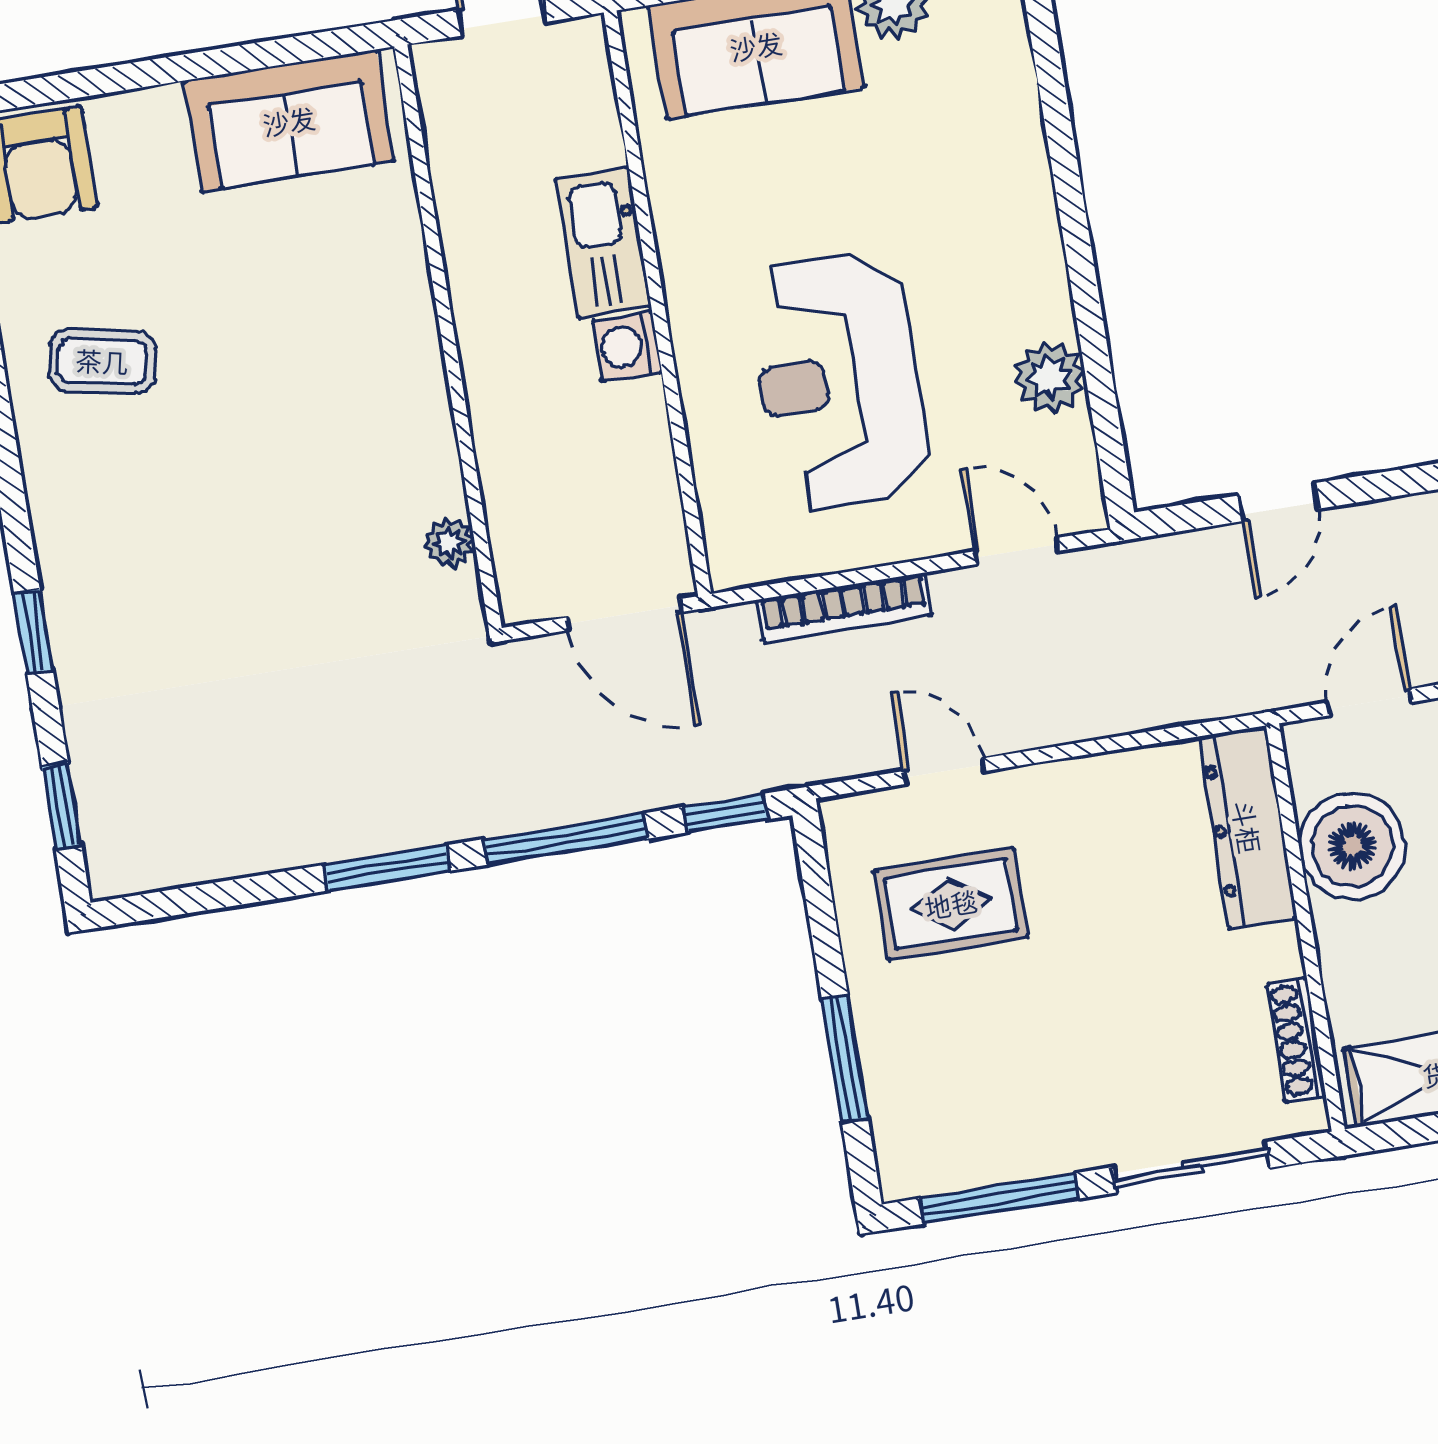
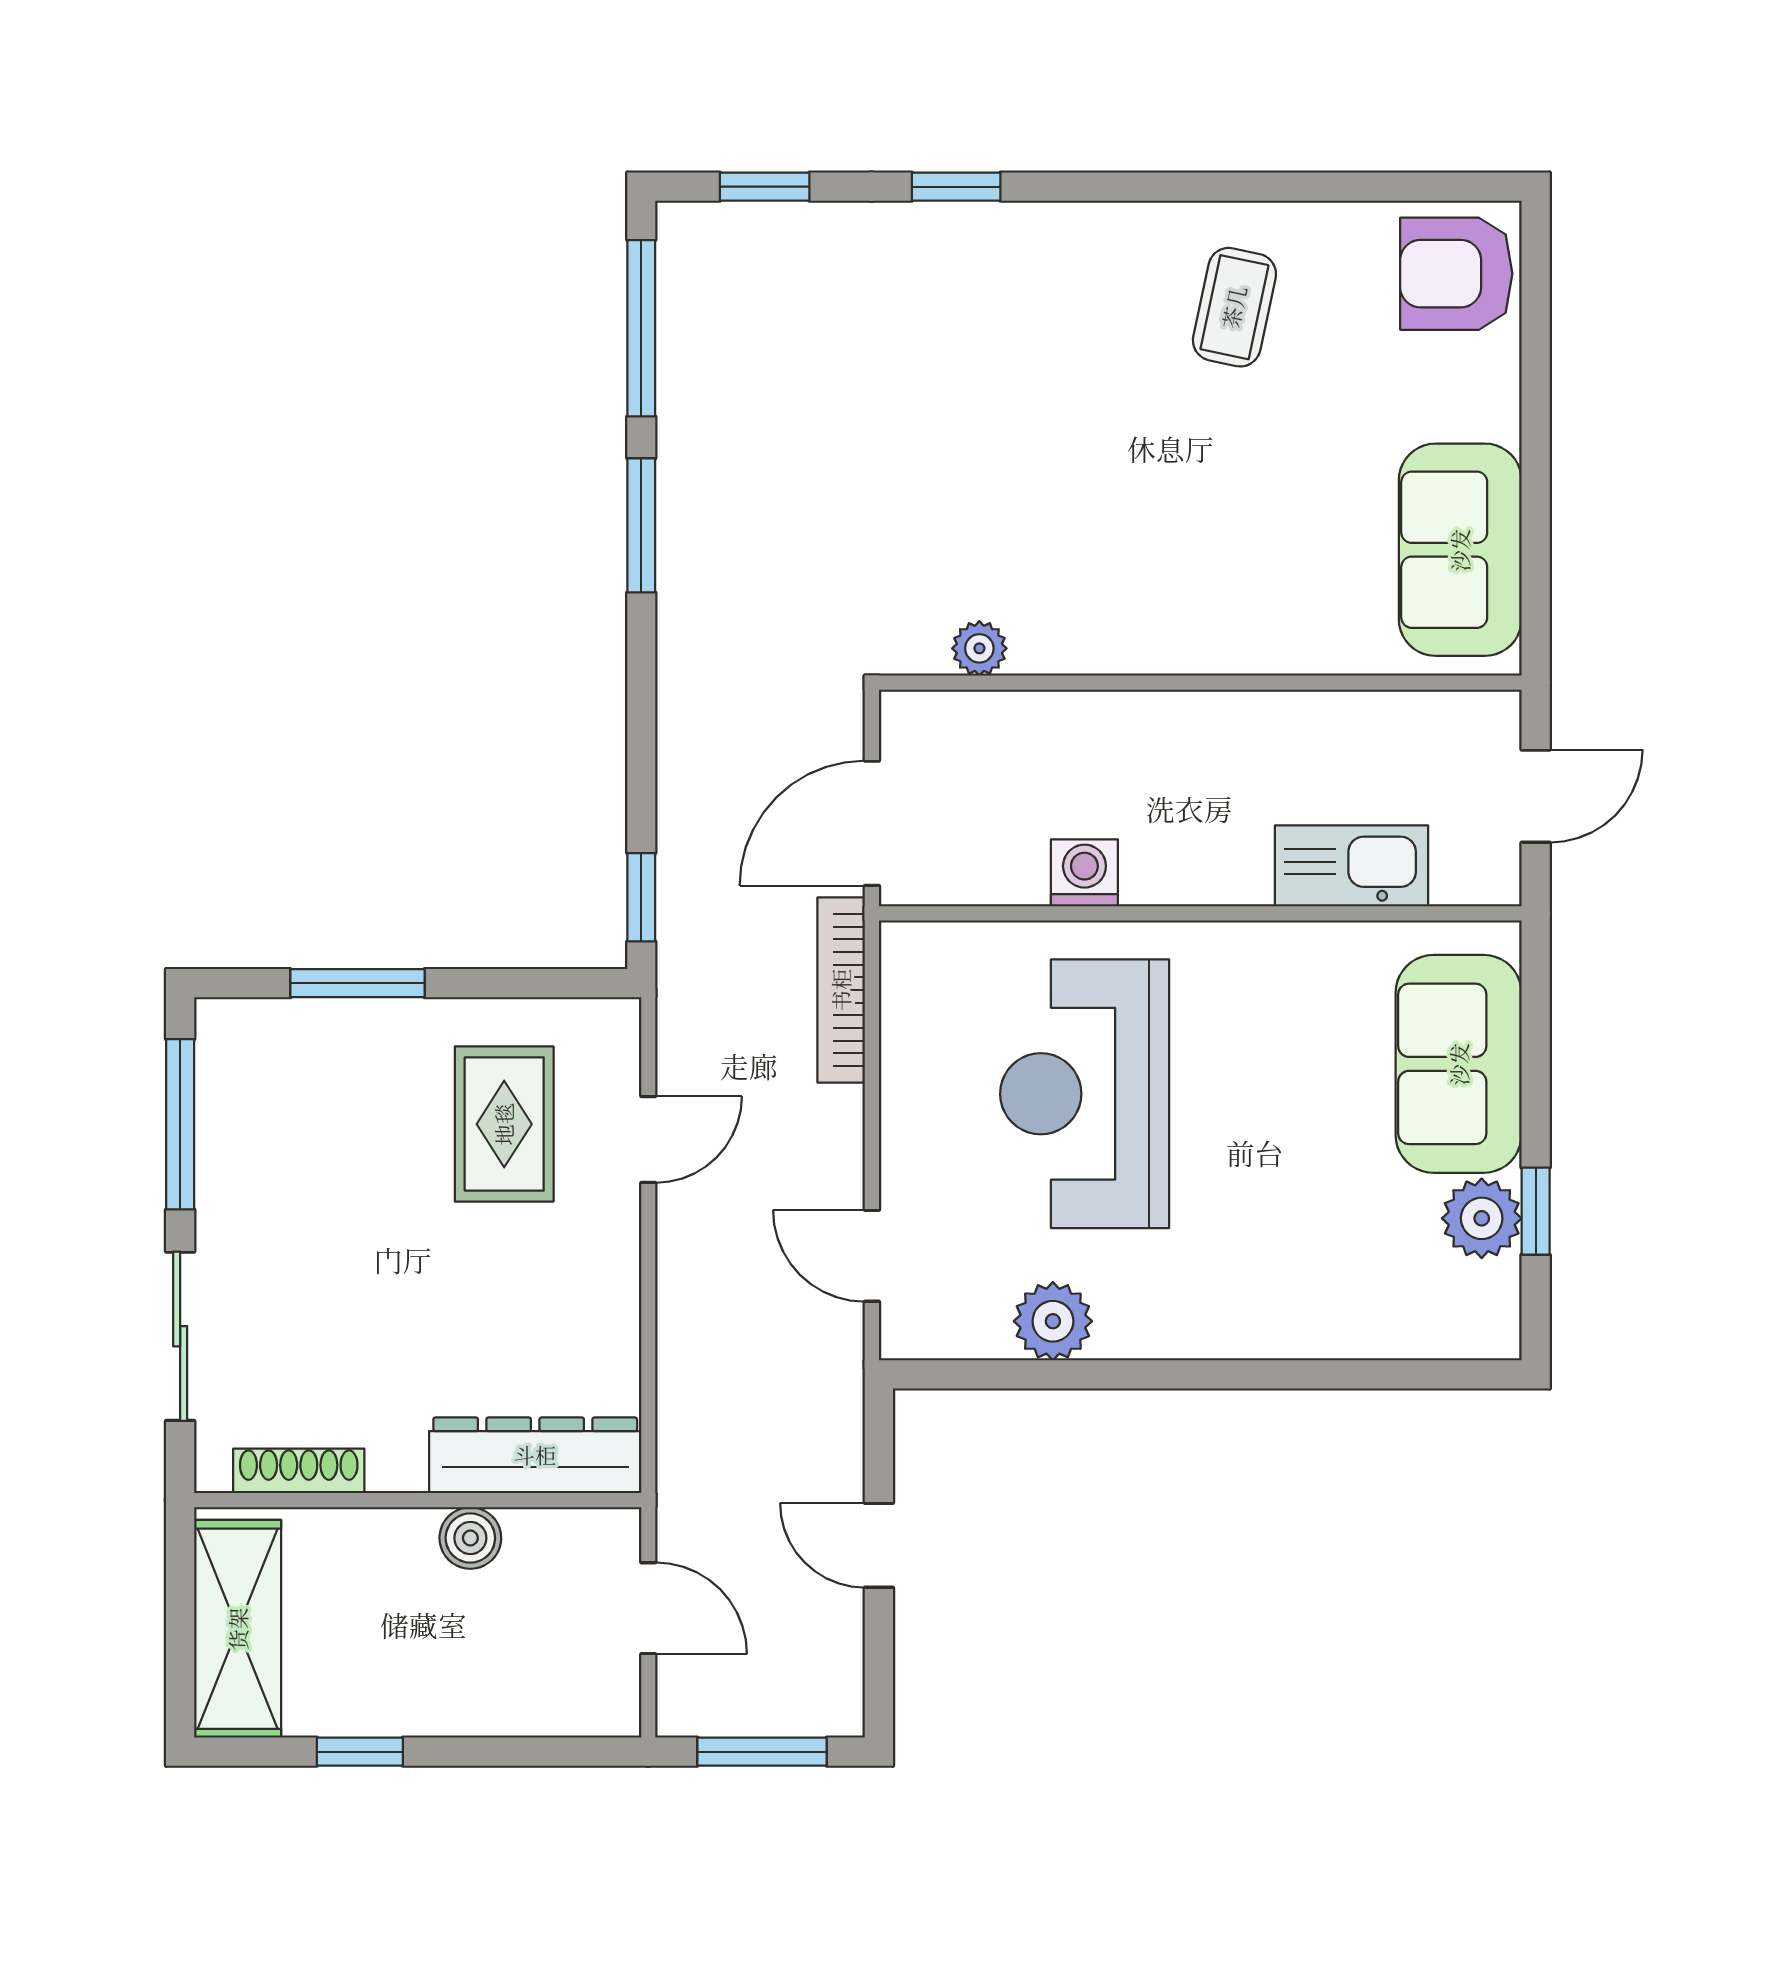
kitchen sink: (603, 242) -> (1351, 866), moved
washing machine: (627, 347) -> (1084, 873), moved
reception desk: (838, 382) -> (1085, 1094), turned -90
door: (1017, 551) -> (872, 1256), swing flipped
bookcase: (844, 608) -> (841, 990), moved
window: (566, 839) -> (641, 328), moved
boiler: (1352, 846) -> (470, 1538), width x0.54, depth x0.54

